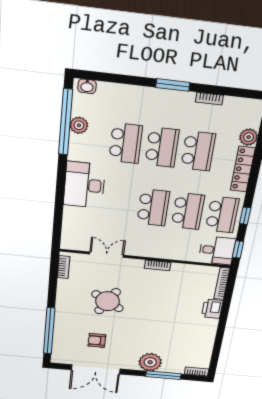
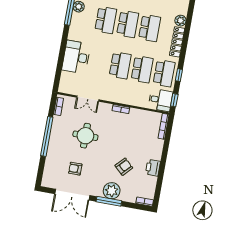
desk: (84, 185) -> (76, 57), moved
double door: (107, 255) -> (88, 99), swing flipped
round table: (108, 301) -> (85, 136), turned -31
printer: (212, 309) -> (153, 168), moved
window: (49, 331) -> (47, 136), moved
armchair: (166, 334) -> (124, 167), added
window: (163, 375) -> (109, 201), moved

